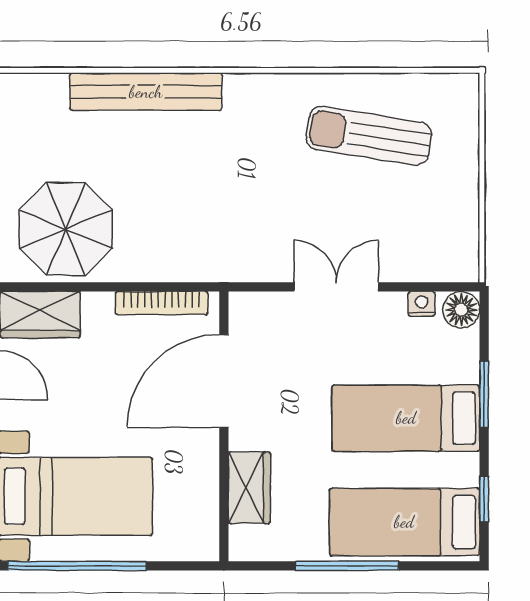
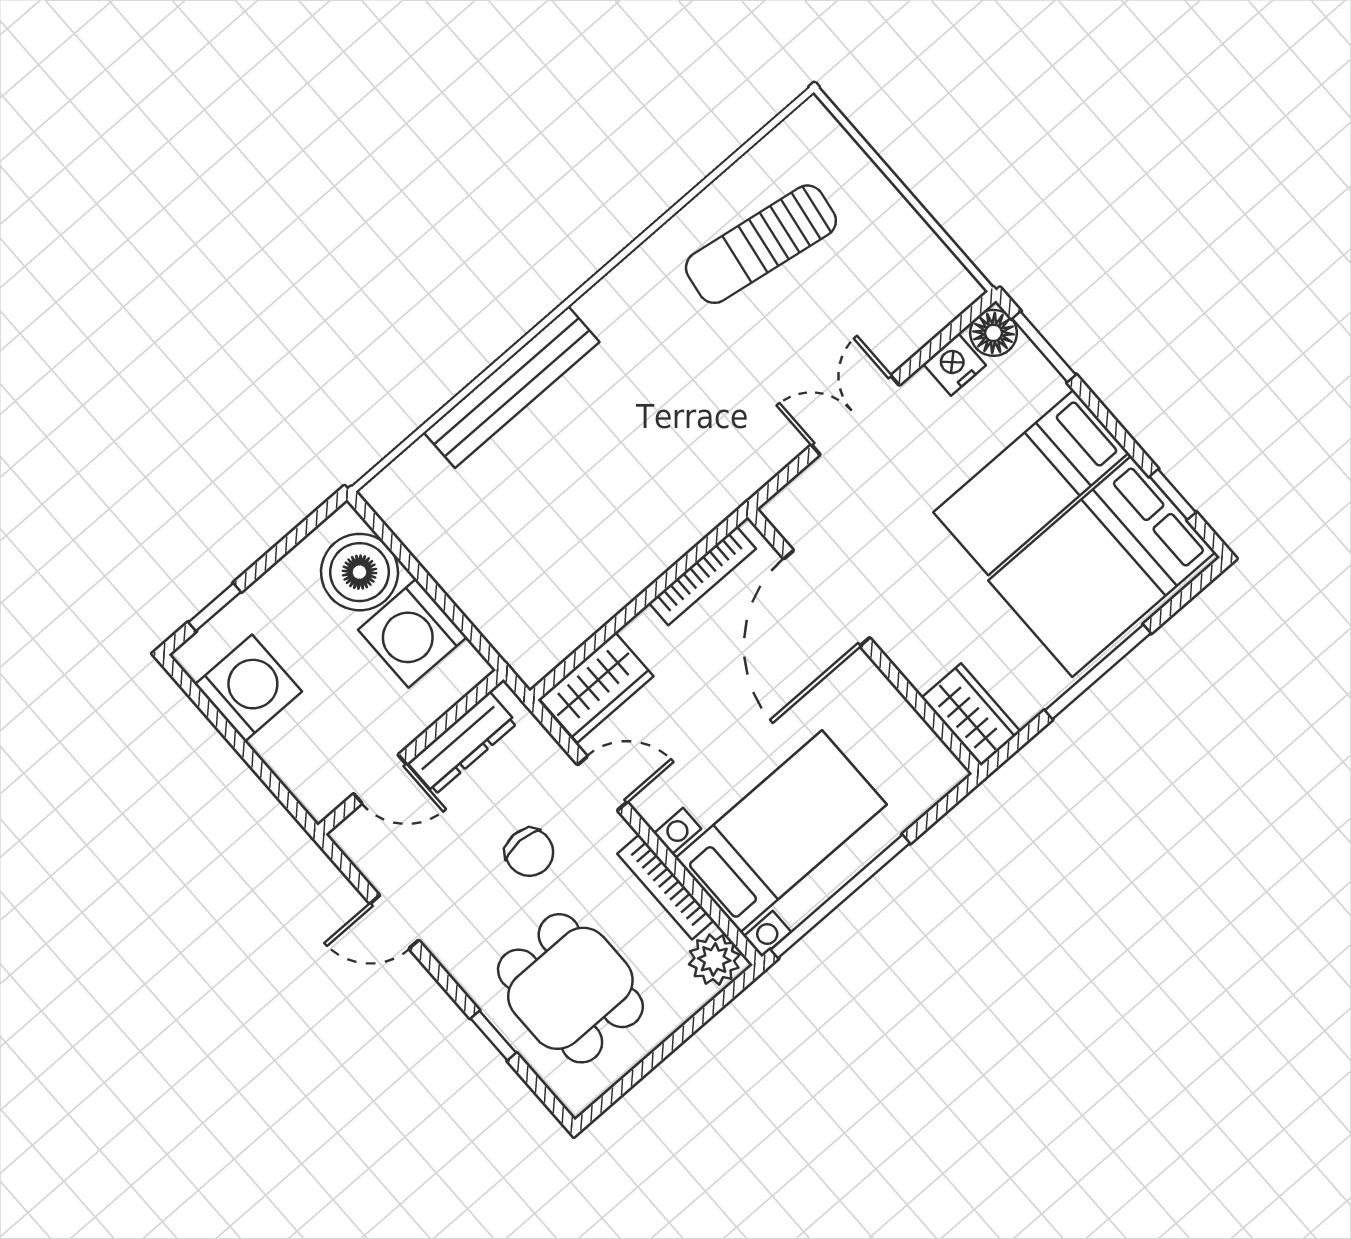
parasol: (66, 229) -> (550, 585), removed
nightstand: (422, 304) -> (954, 365), width x1.39, depth x1.35
window: (484, 395) -> (1044, 347), moved
wardrobe: (249, 488) -> (971, 715), moved
bed: (404, 522) -> (1102, 566), width x1.50

